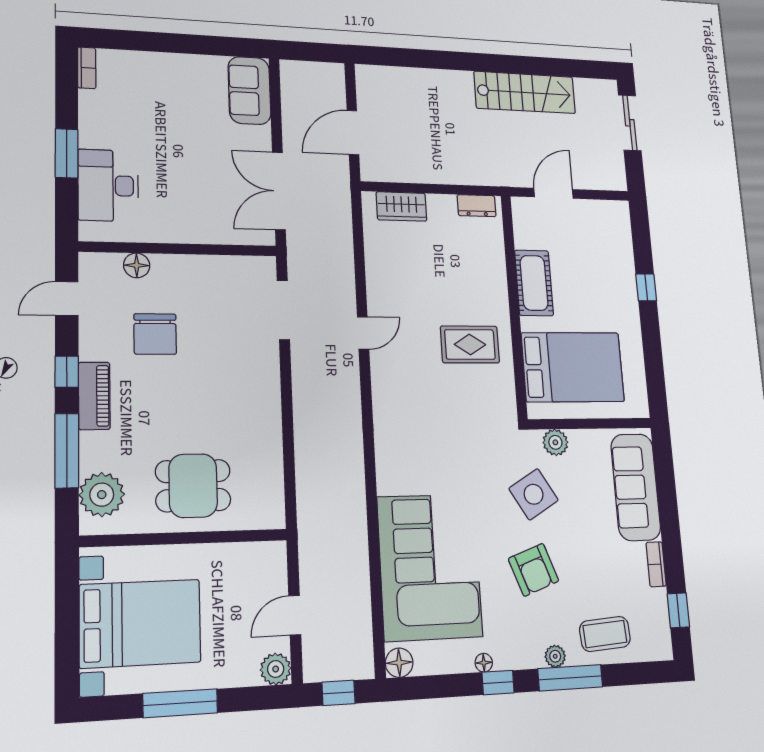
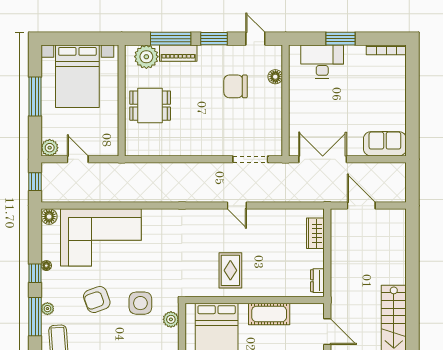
bookcase: (87, 68) -> (386, 50), width x1.56
window: (67, 372) -> (214, 39), width x1.50
piano: (94, 396) -> (178, 53), moved
dining table: (193, 486) -> (150, 106), turned 90
side table: (534, 494) -> (140, 303), turned 31

